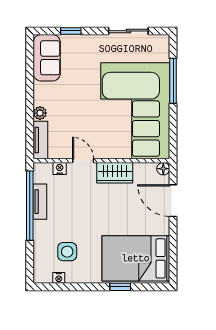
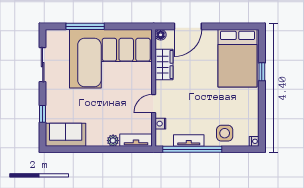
wardrobe: (115, 173) -> (164, 64), moved
side table: (67, 252) -> (225, 133), moved
nightstand: (59, 278) -> (254, 141), moved

